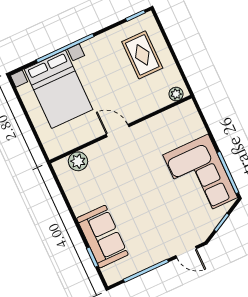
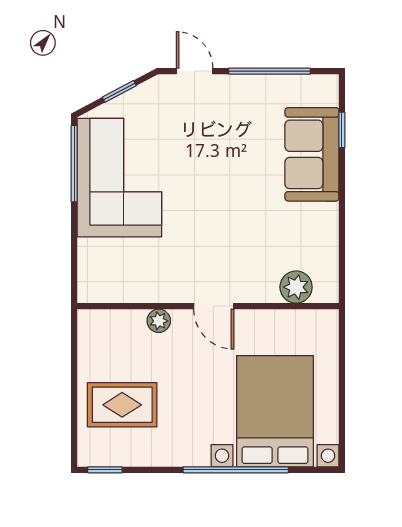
rug: (142, 55) -> (122, 405), turned 90
plant: (176, 94) -> (159, 321), moved

